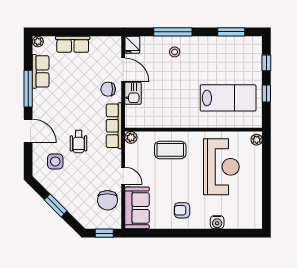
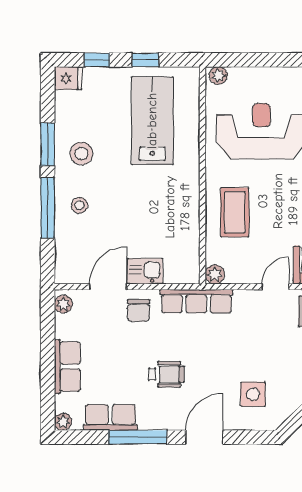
window: (231, 32) -> (48, 144), moved
plant: (112, 42) -> (63, 304), added
fridge: (132, 45) -> (68, 78), moved
stool: (207, 53) -> (82, 154), added
wheelchair: (79, 142) -> (166, 374), moved

